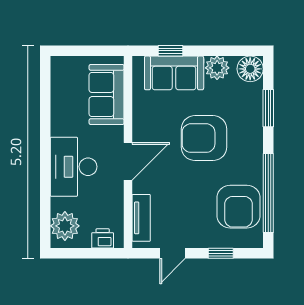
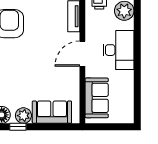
window: (171, 51) -> (18, 127), moved
armchair: (204, 138) -> (32, 69), removed

